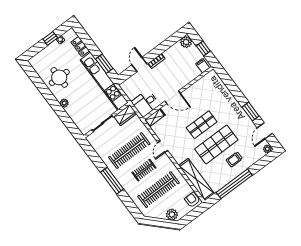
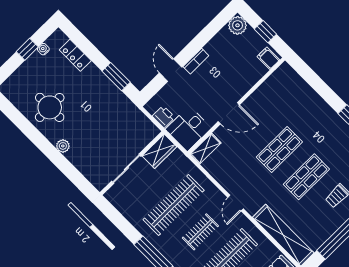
kitchen unit: (104, 81) -> (120, 103), removed
printer: (131, 94) -> (164, 117), added
shop shelf: (216, 144) -> (306, 177), width x0.70, depth x0.74
door: (163, 146) -> (236, 203), moved

